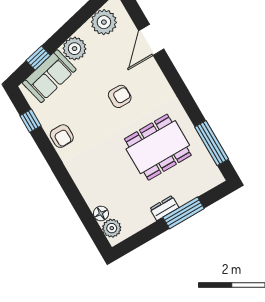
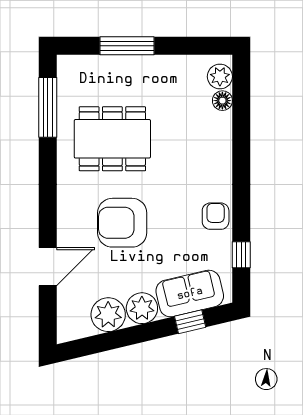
plant: (104, 22) -> (108, 315), moved
armchair: (120, 96) -> (122, 223), width x1.88, depth x1.88
dresser: (164, 208) -> (146, 64), removed

